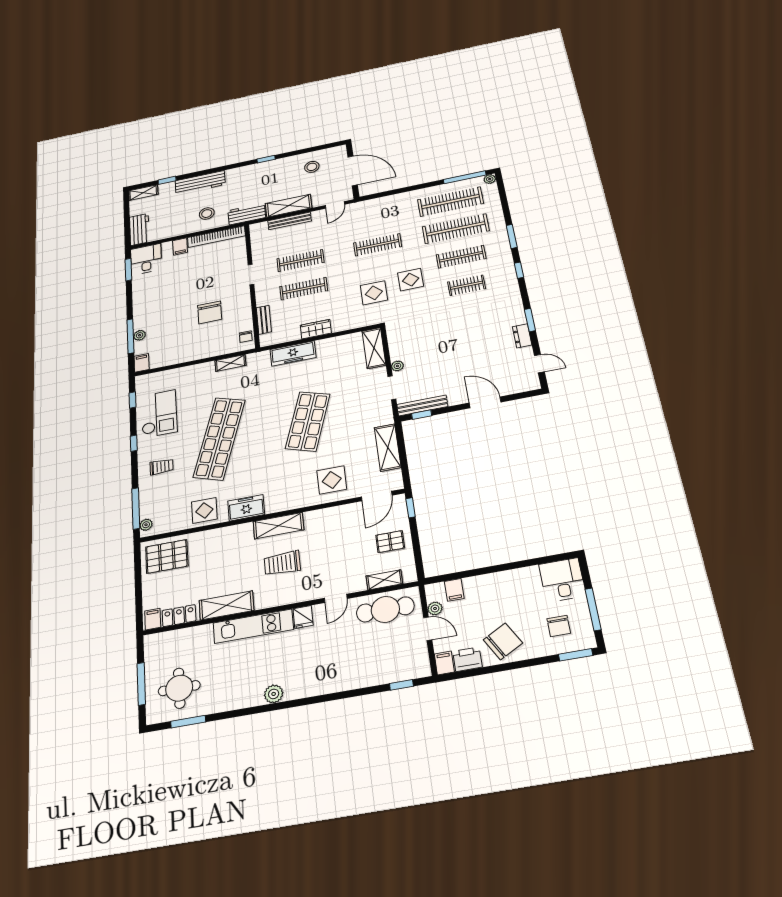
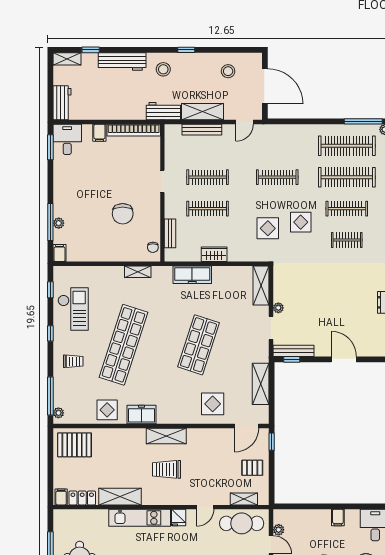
stool: (207, 214) -> (163, 69), moved
filing cabinet: (454, 590) -> (338, 518), moved

